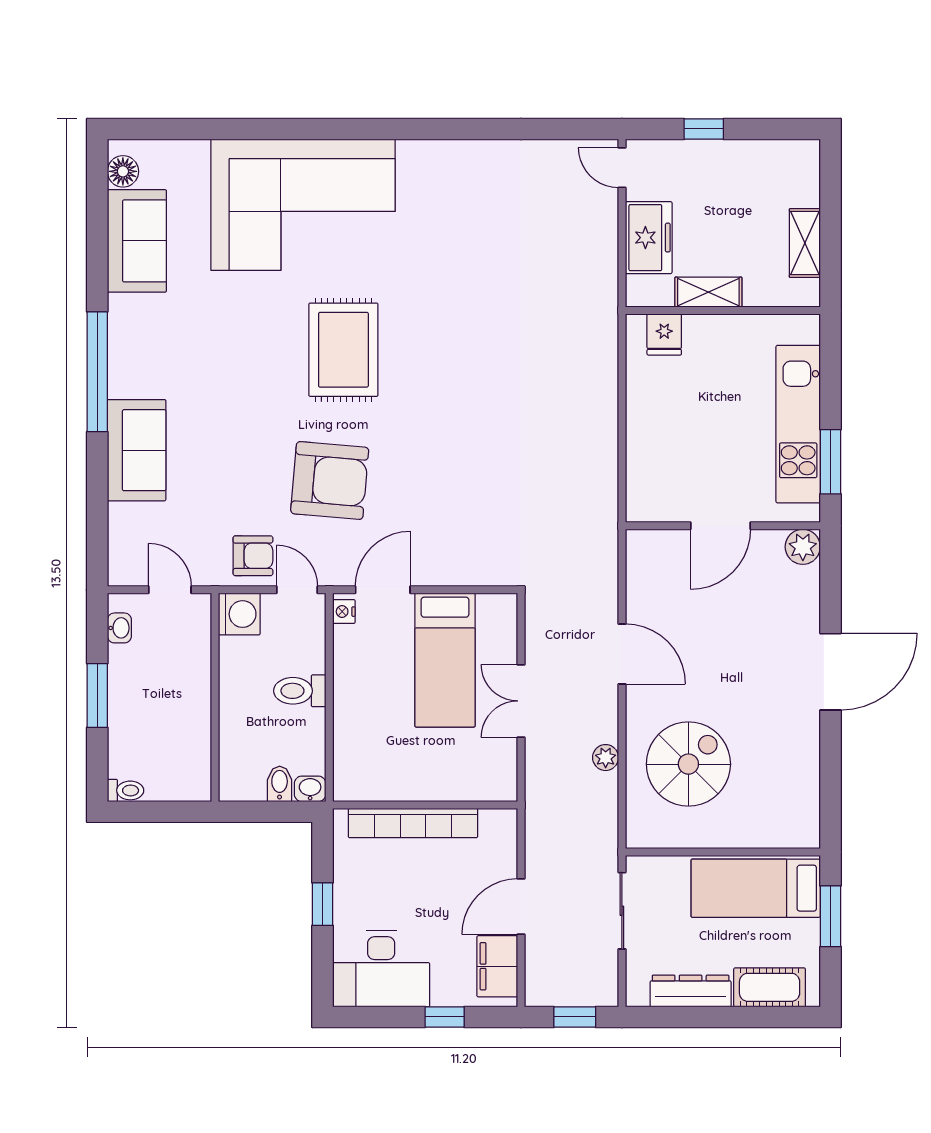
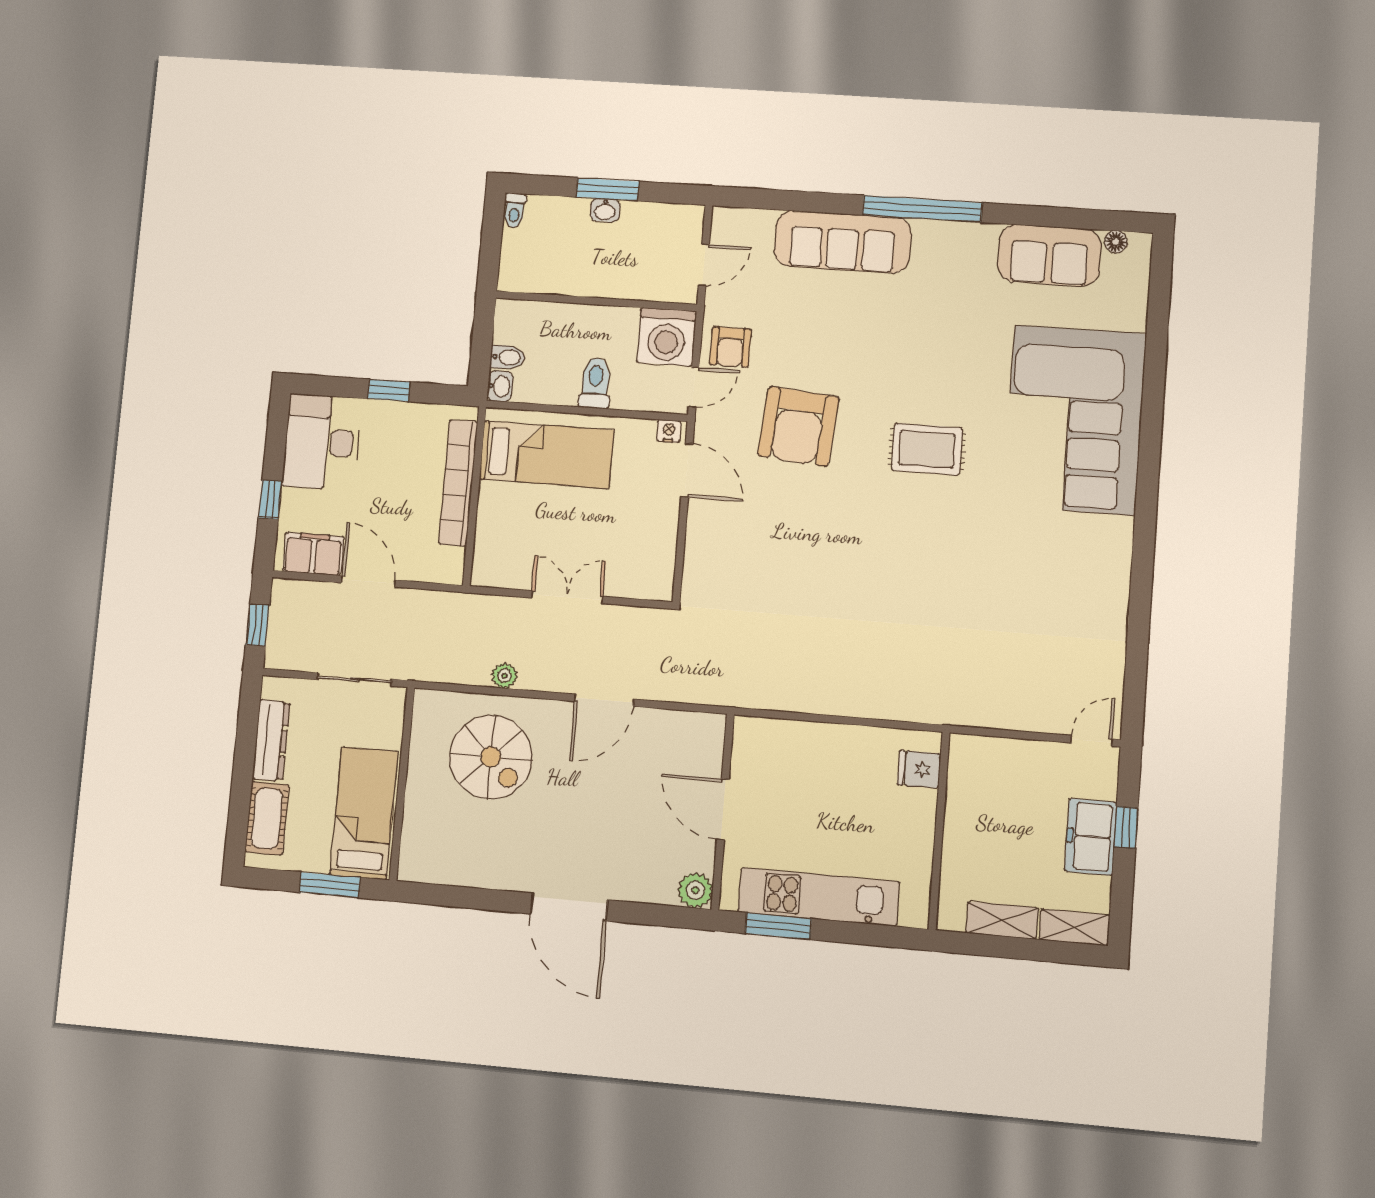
floor lamp: (123, 171) -> (1116, 242), width x0.73, depth x0.73
freezer: (649, 238) -> (1091, 837), moved, turned 90
shelving: (708, 292) -> (1074, 927), moved, turned 90
rug: (343, 350) -> (927, 449), width x0.73, depth x0.70
sofa: (137, 450) -> (842, 242), width x1.36
washing machine: (239, 614) -> (667, 337), width x1.37, depth x1.37
washbasin: (119, 628) -> (605, 210), moved
bed: (445, 660) -> (546, 455), moved, turned 180

